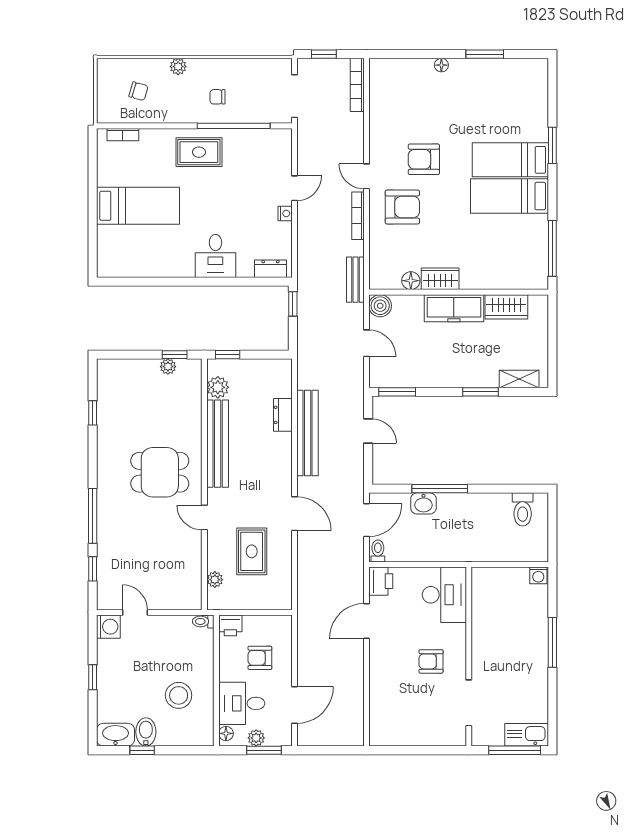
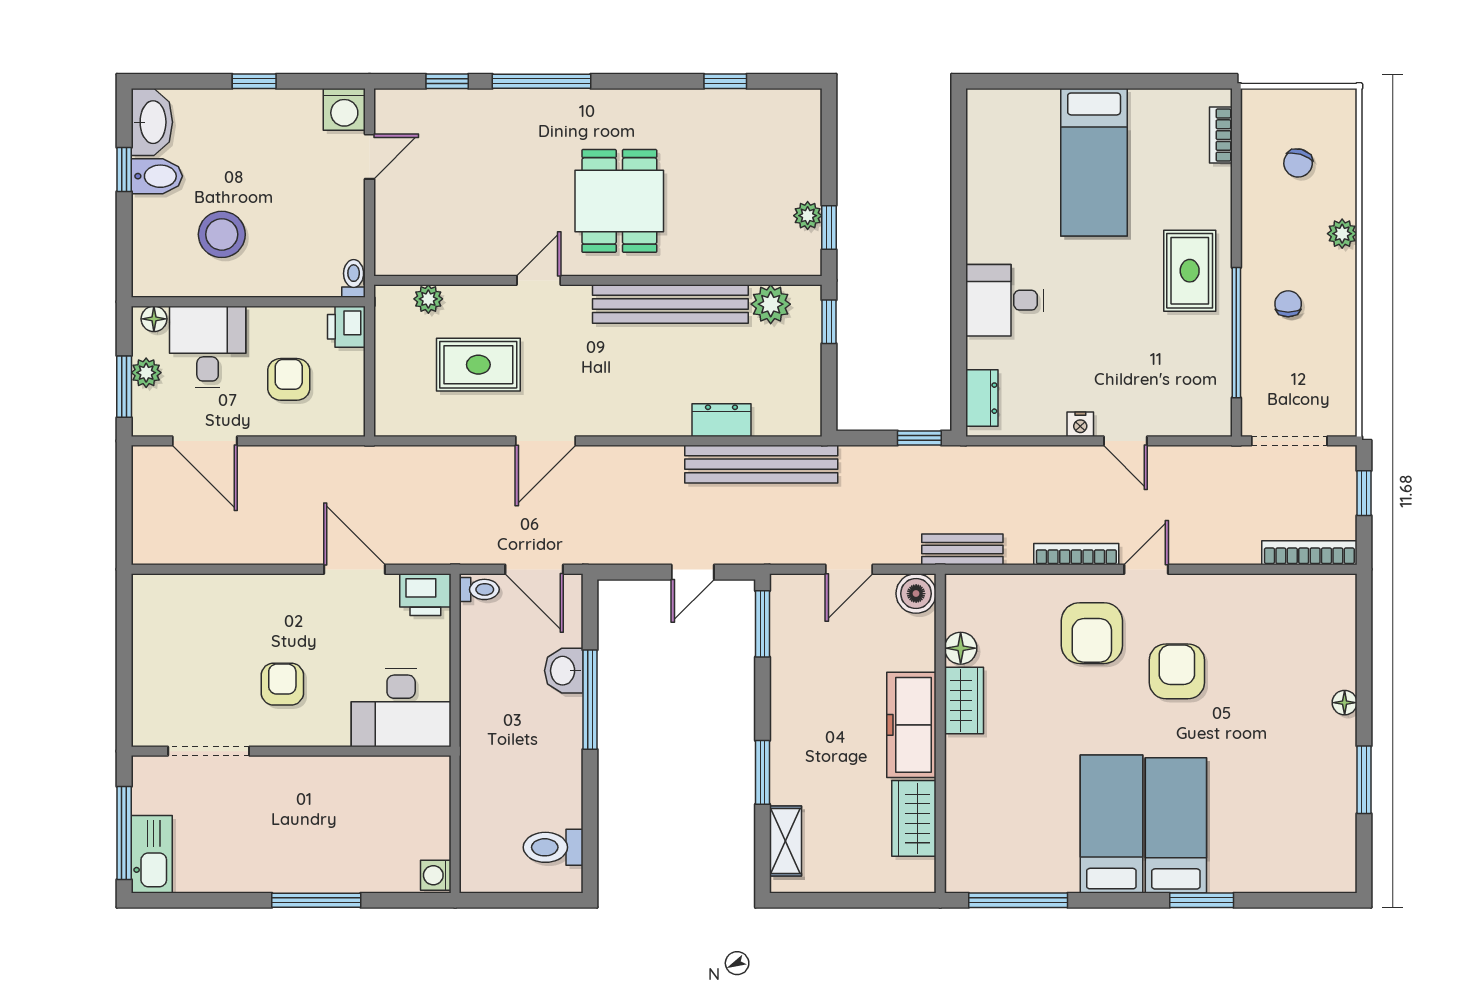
bench: (308, 433) -> (761, 464), moved

